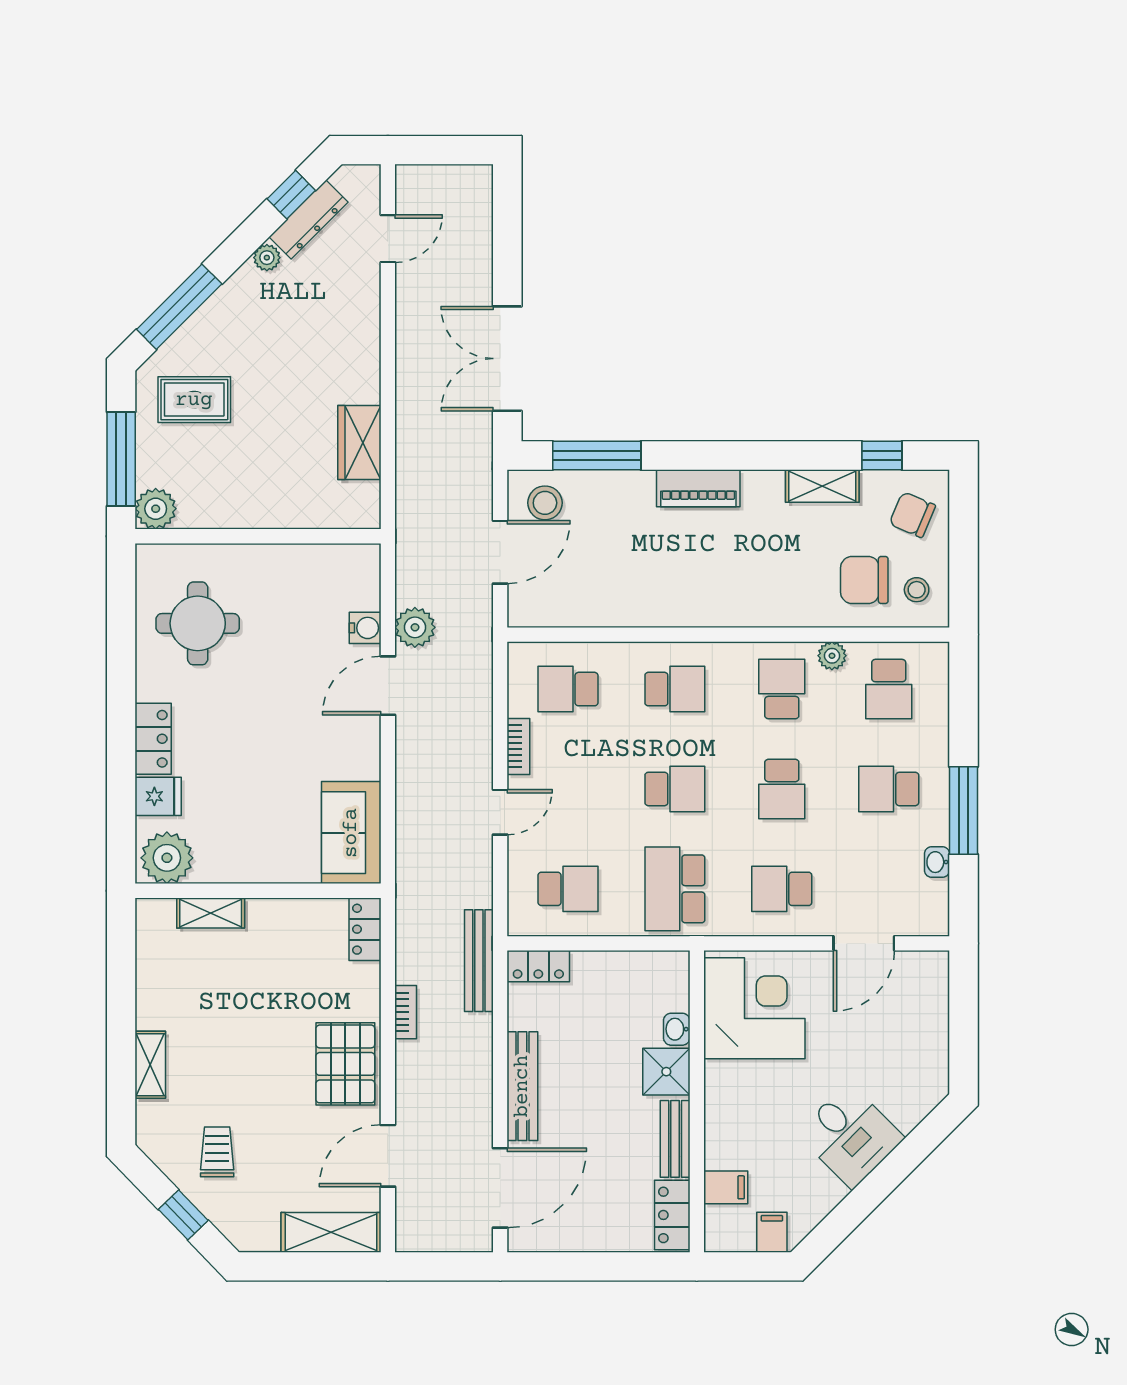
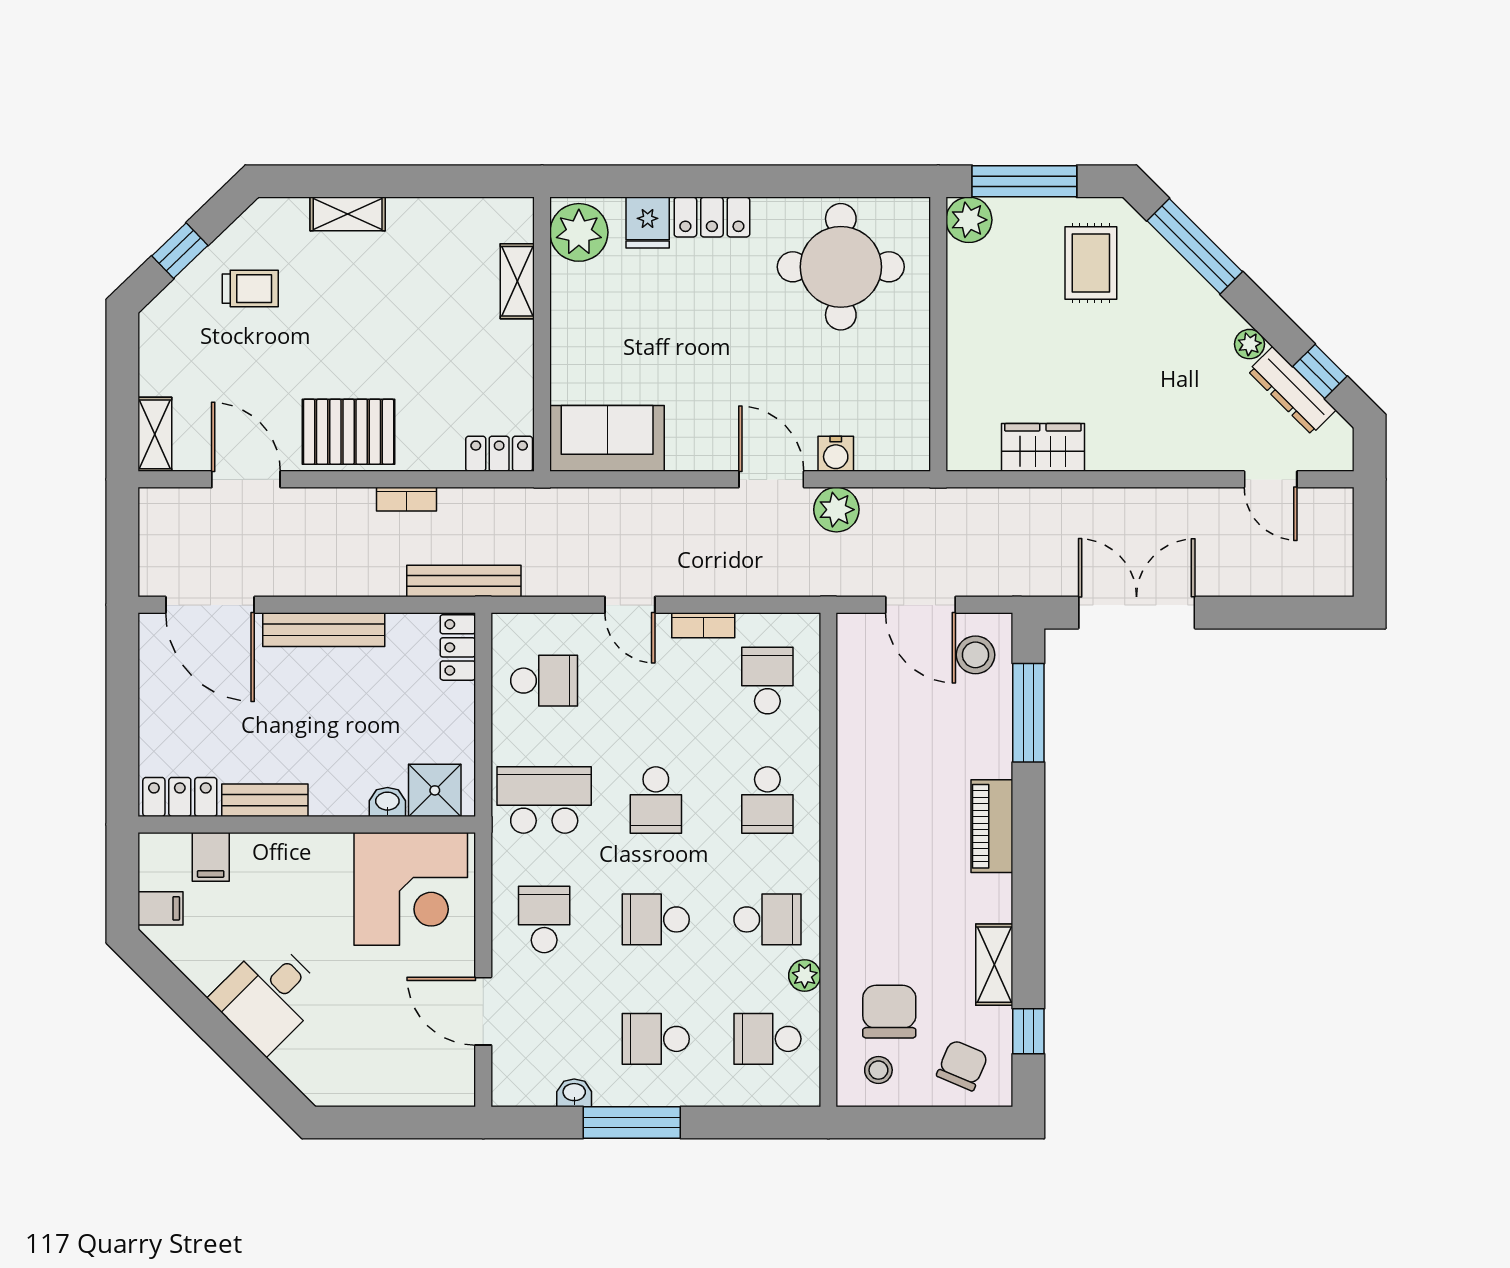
round table: (198, 623) -> (841, 267), width x1.36, depth x1.36
school desk: (889, 789) -> (656, 1039), turned -90
school desk: (568, 889) -> (544, 681), turned -90
shower: (666, 1072) -> (435, 790), moved
shelving: (331, 1232) -> (155, 434), width x0.67, depth x0.75

